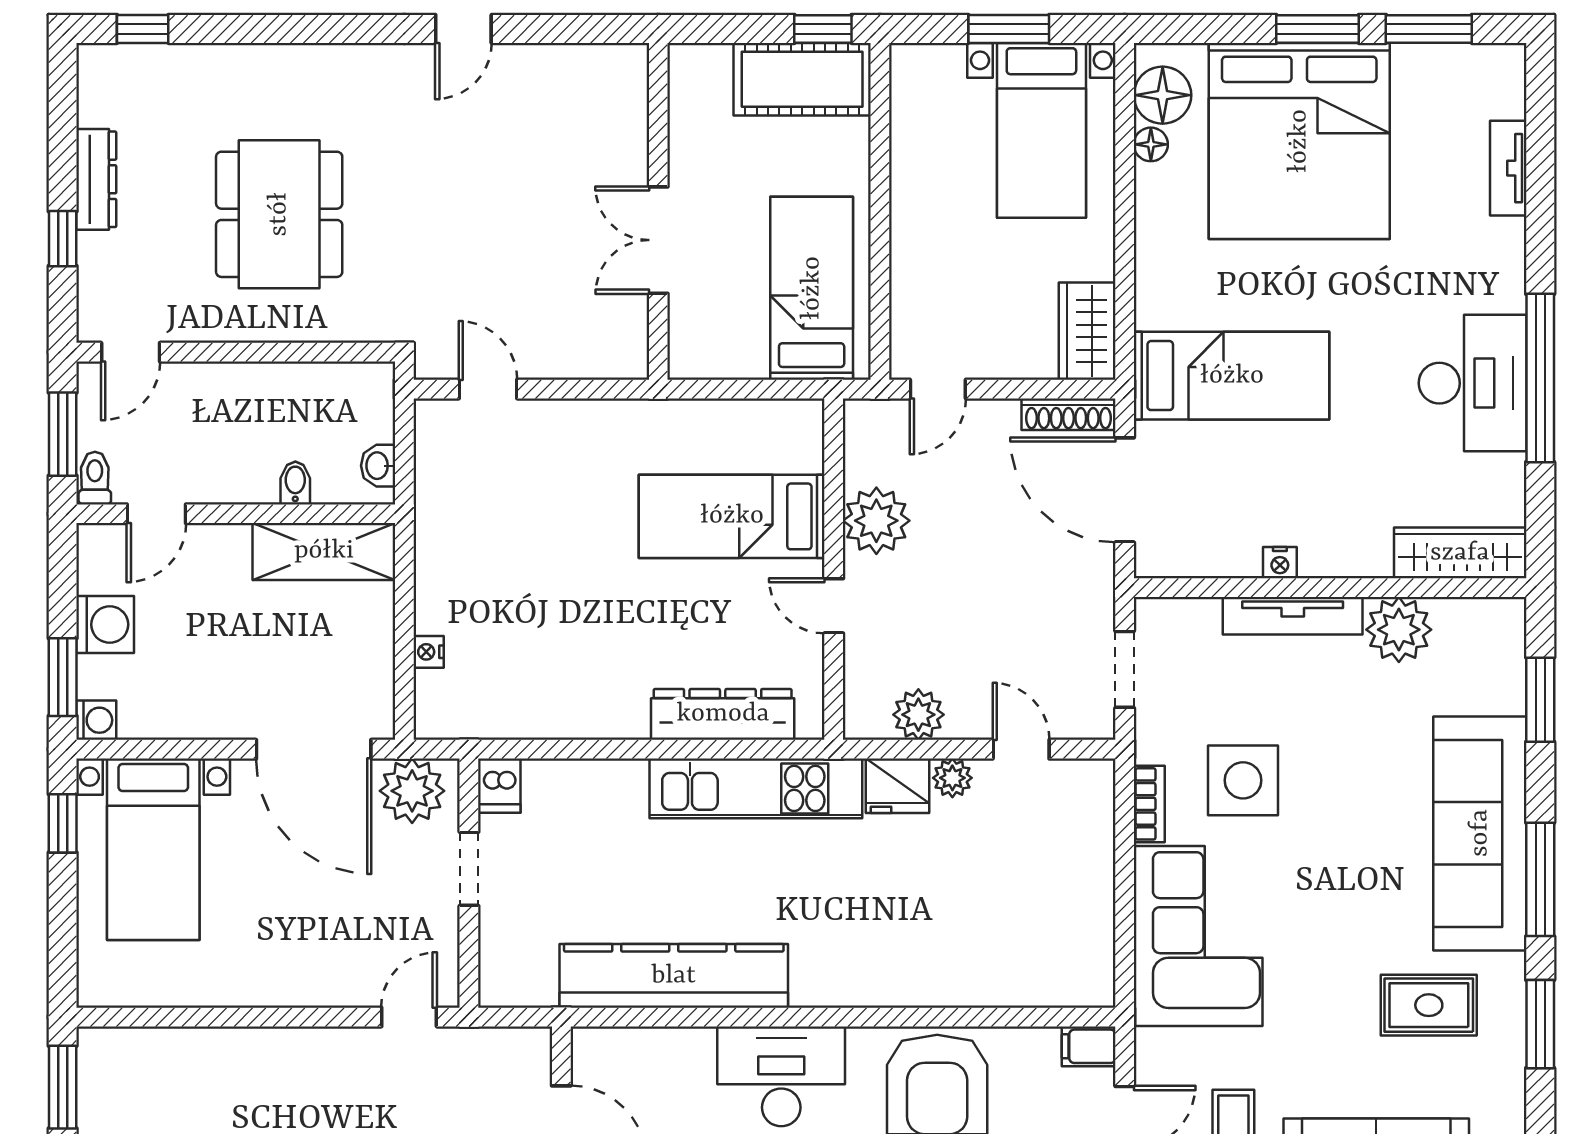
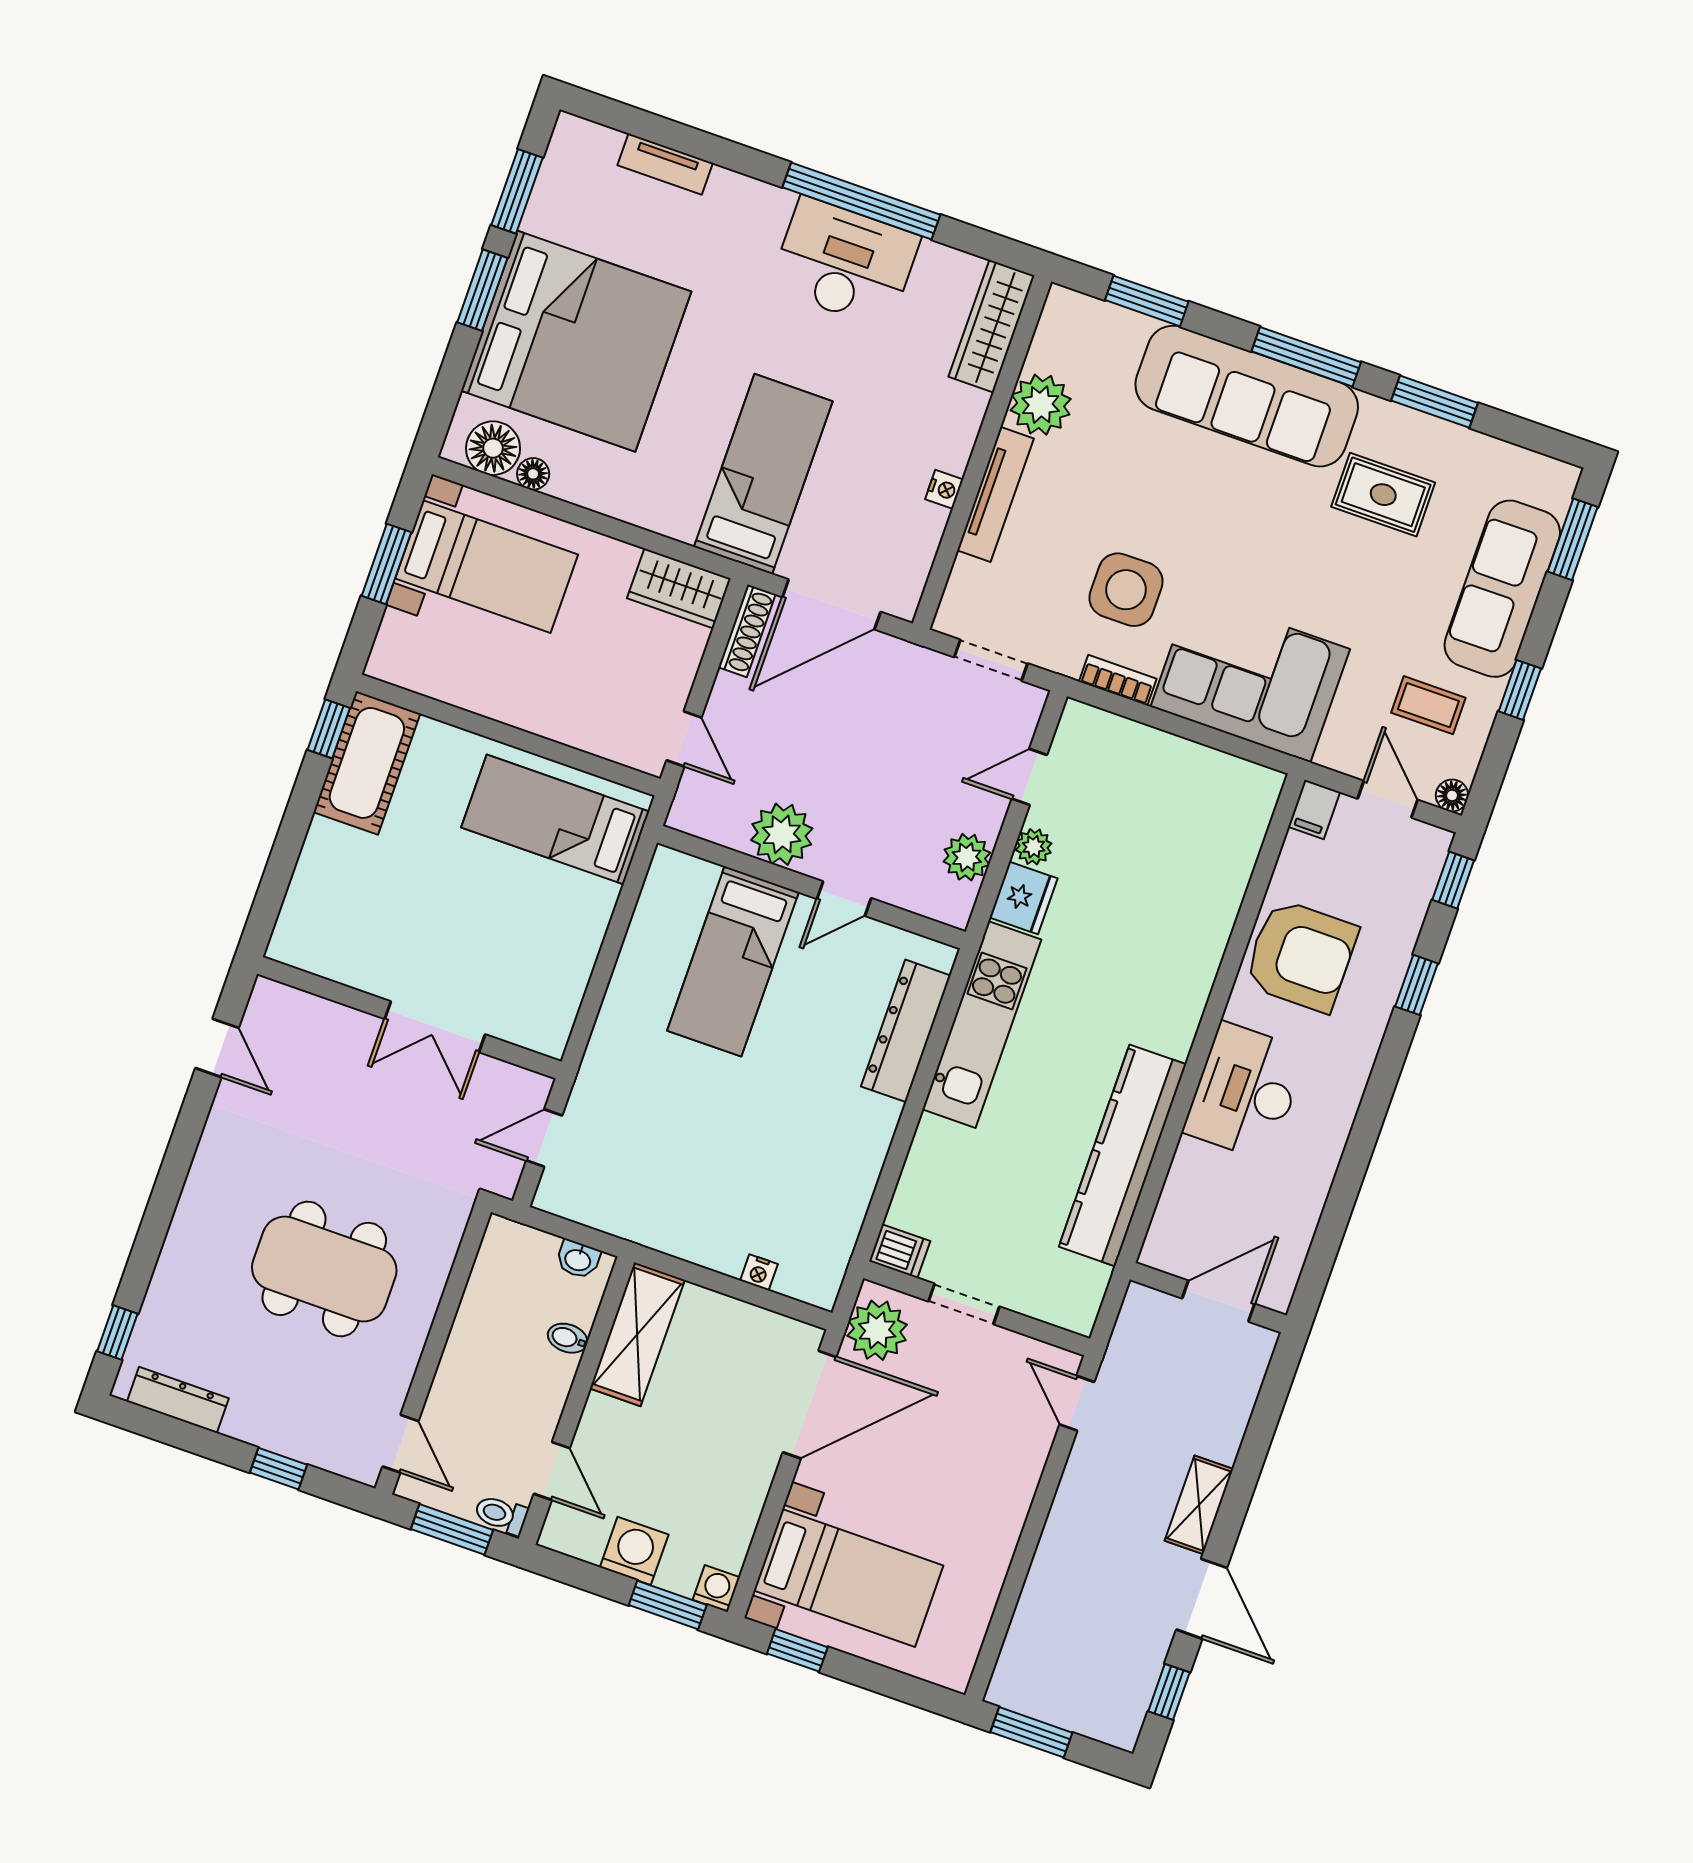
dresser: (96, 179) -> (178, 1400), moved
wall: (658, 211) -> (409, 1018), moved
double door: (658, 240) -> (435, 1027), moved
rug: (1429, 1005) -> (1383, 495), turned 90

